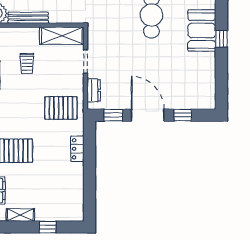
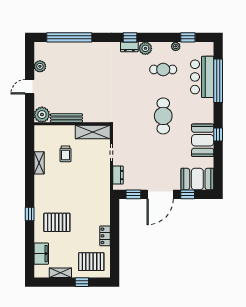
booth: (202, 31) -> (203, 140), moved
booth: (195, 95) -> (197, 179), added
pallet: (61, 108) -> (91, 262), moved
door: (148, 115) -> (160, 194), swing flipped
locker: (77, 149) -> (105, 236), moved

